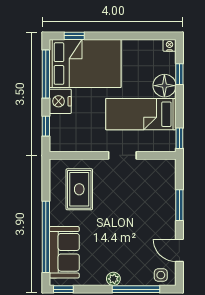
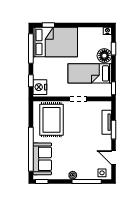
nightstand: (60, 101) -> (40, 87), moved
rug: (79, 189) -> (52, 120), width x1.36, depth x1.43
tv unit: (168, 193) -> (107, 122), added

